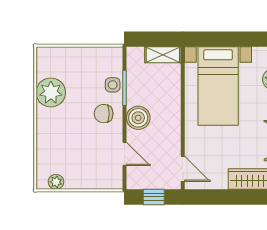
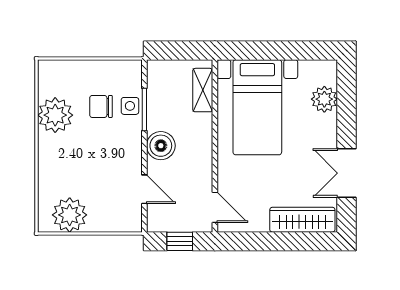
shelving: (163, 55) -> (203, 90), moved, turned 90
chair: (104, 114) -> (101, 106), moved
plant: (56, 182) -> (70, 215), width x1.87, depth x1.87

